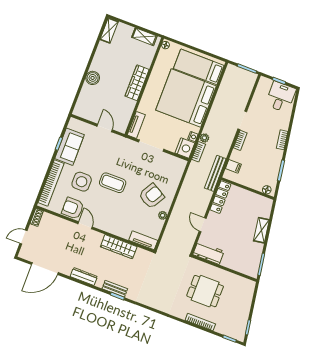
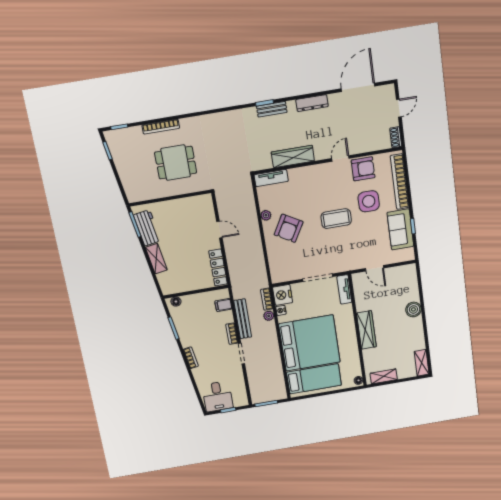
bench: (215, 173) -> (243, 319), moved
door: (85, 225) -> (340, 158), swing flipped
workbench: (208, 253) -> (147, 228), moved, turned -99

